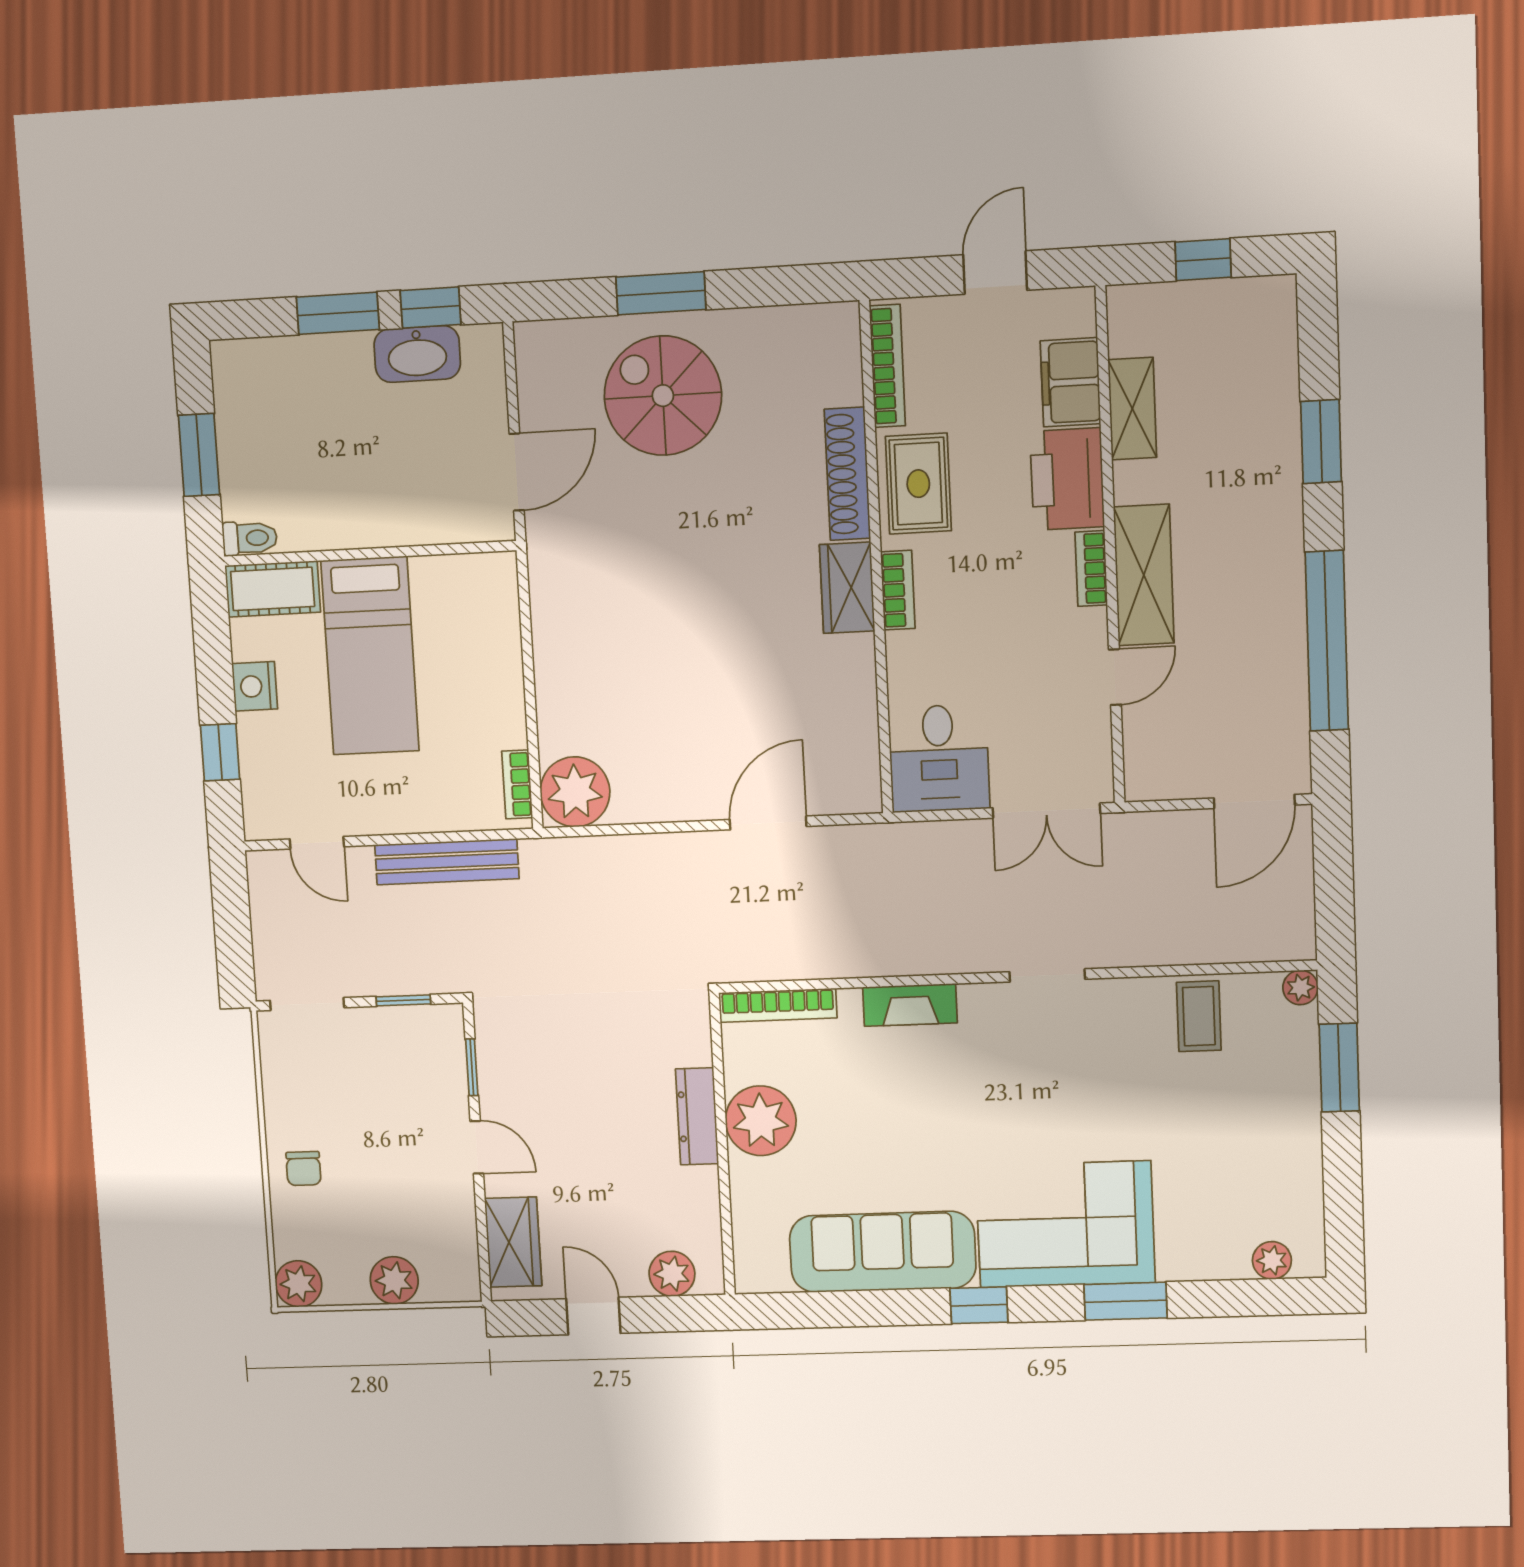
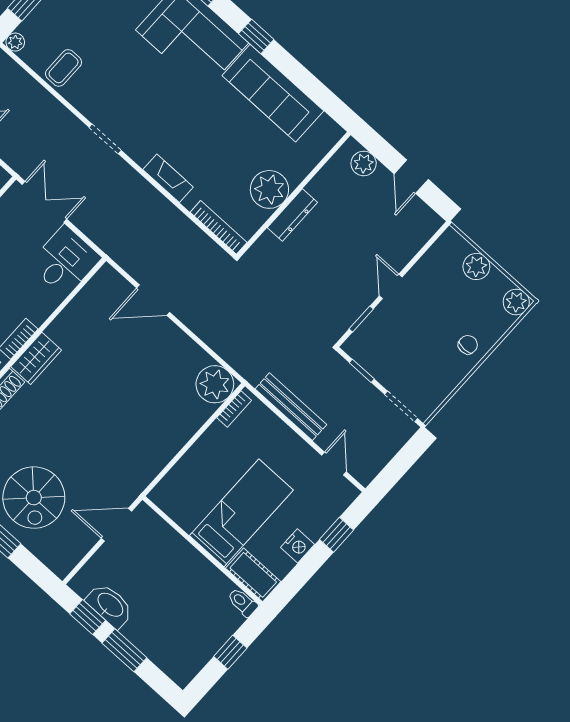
window: (199, 455) -> (230, 652), width x0.67
wardrobe: (513, 1242) -> (414, 236), removed

